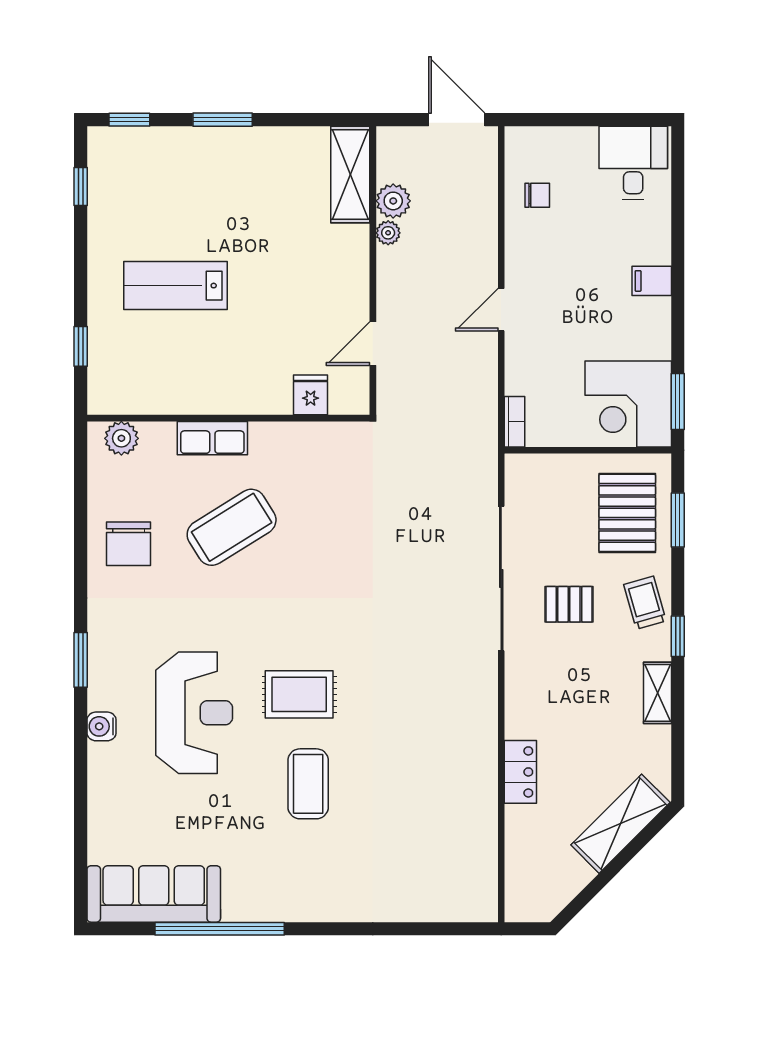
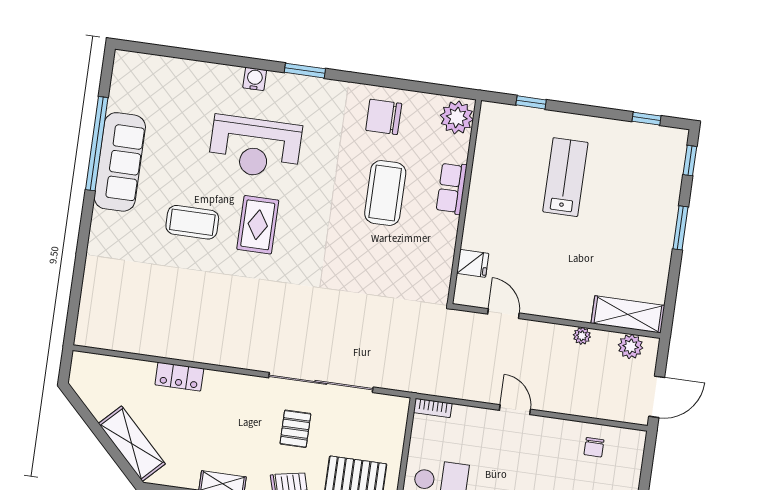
plant: (393, 201) -> (631, 346), moved
plant: (121, 438) -> (457, 117), width x1.36, depth x1.36
coffee table: (232, 527) -> (385, 193), turned 32
sofa: (154, 894) -> (120, 162), moved

